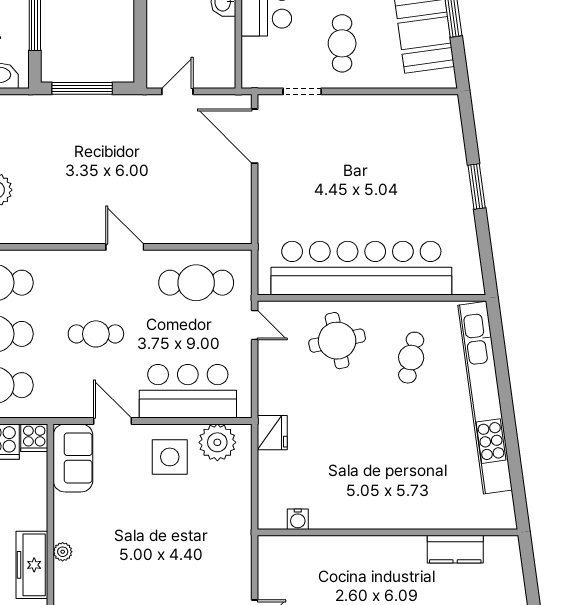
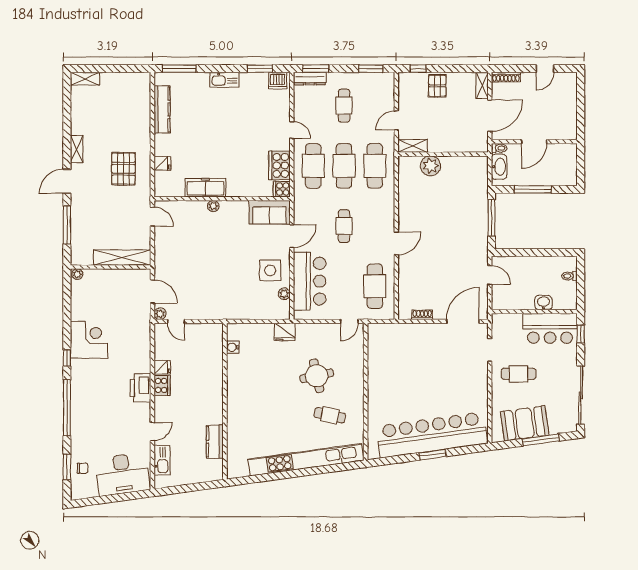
shoe rack: (244, 204) -> (422, 315), added
bar counter: (361, 268) -> (432, 435), moved, turned -98
round table: (337, 341) -> (317, 376), moved
plant: (217, 442) -> (284, 294), width x0.53, depth x0.53

